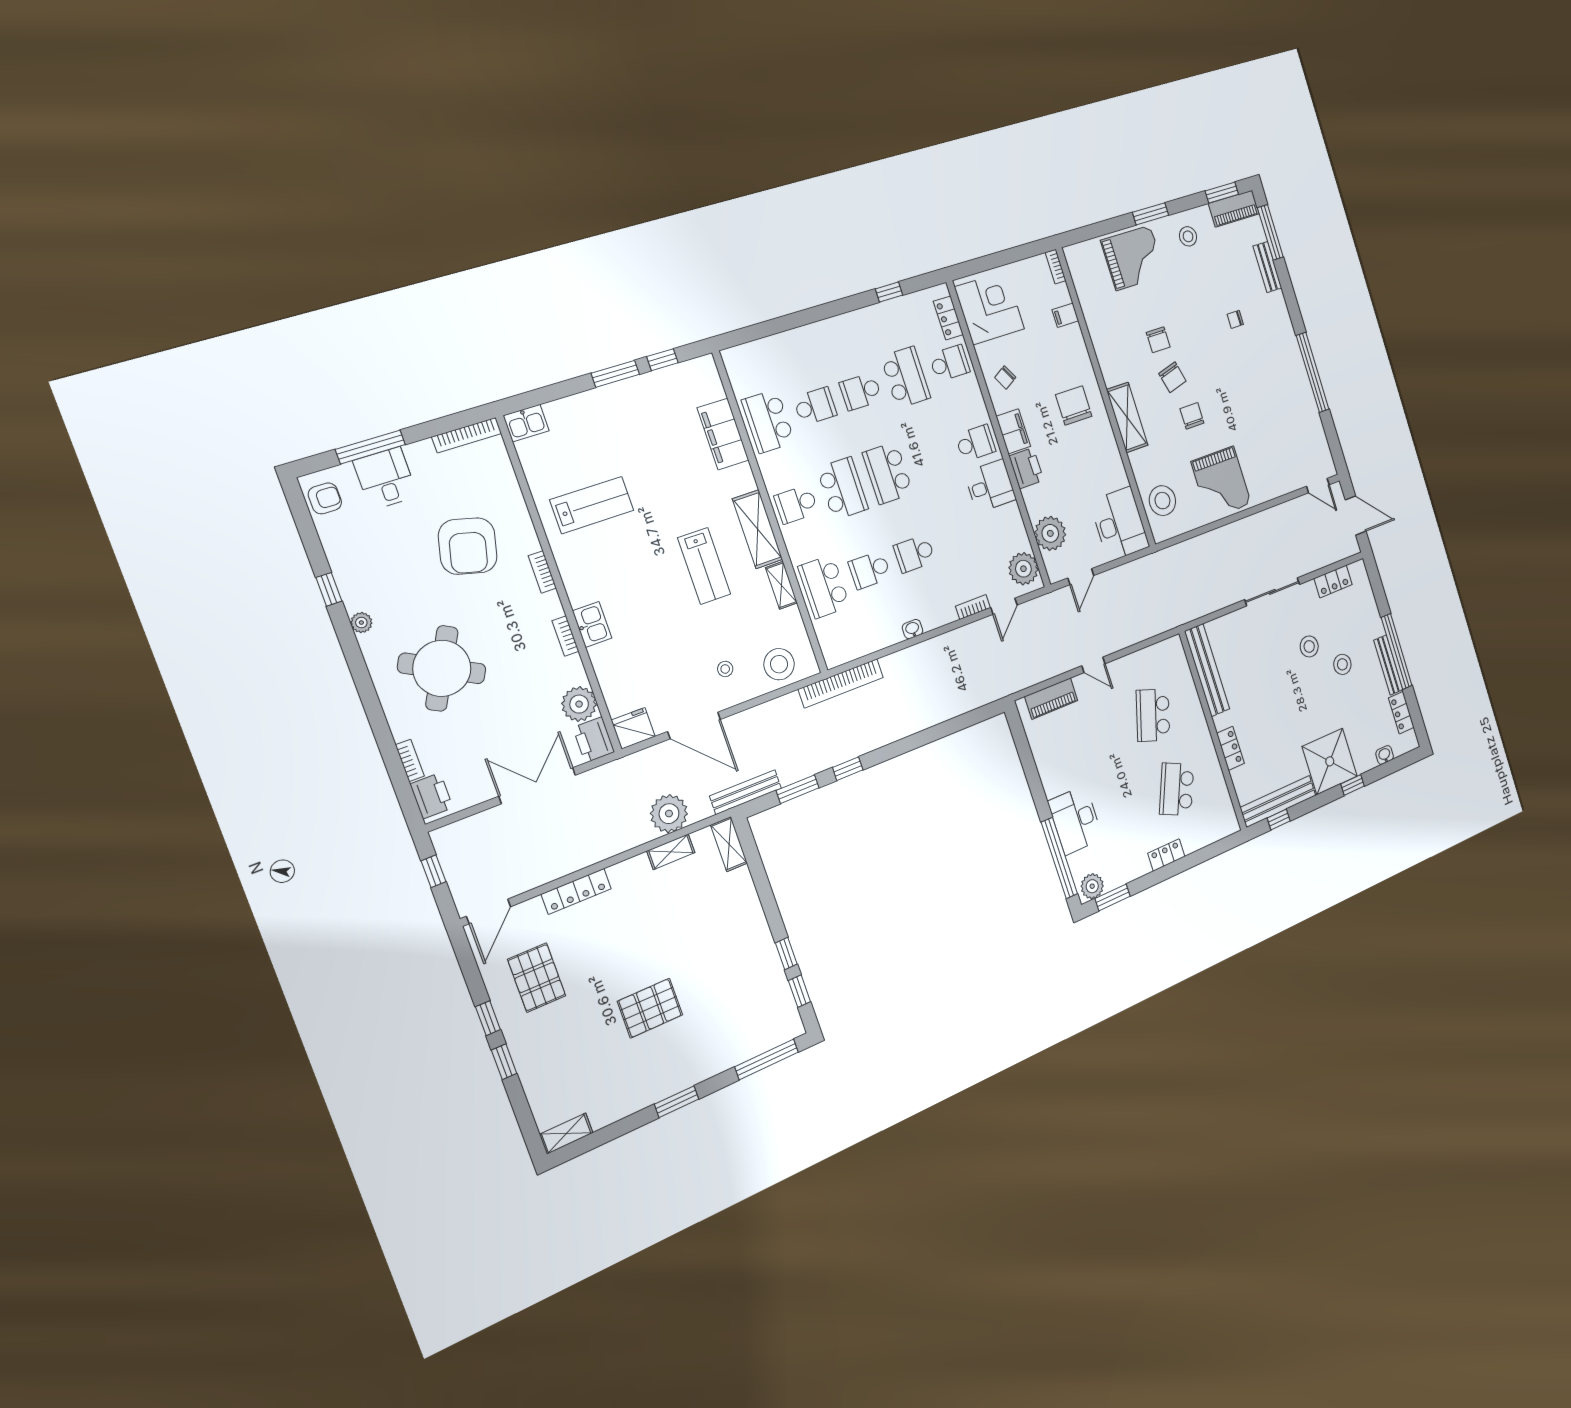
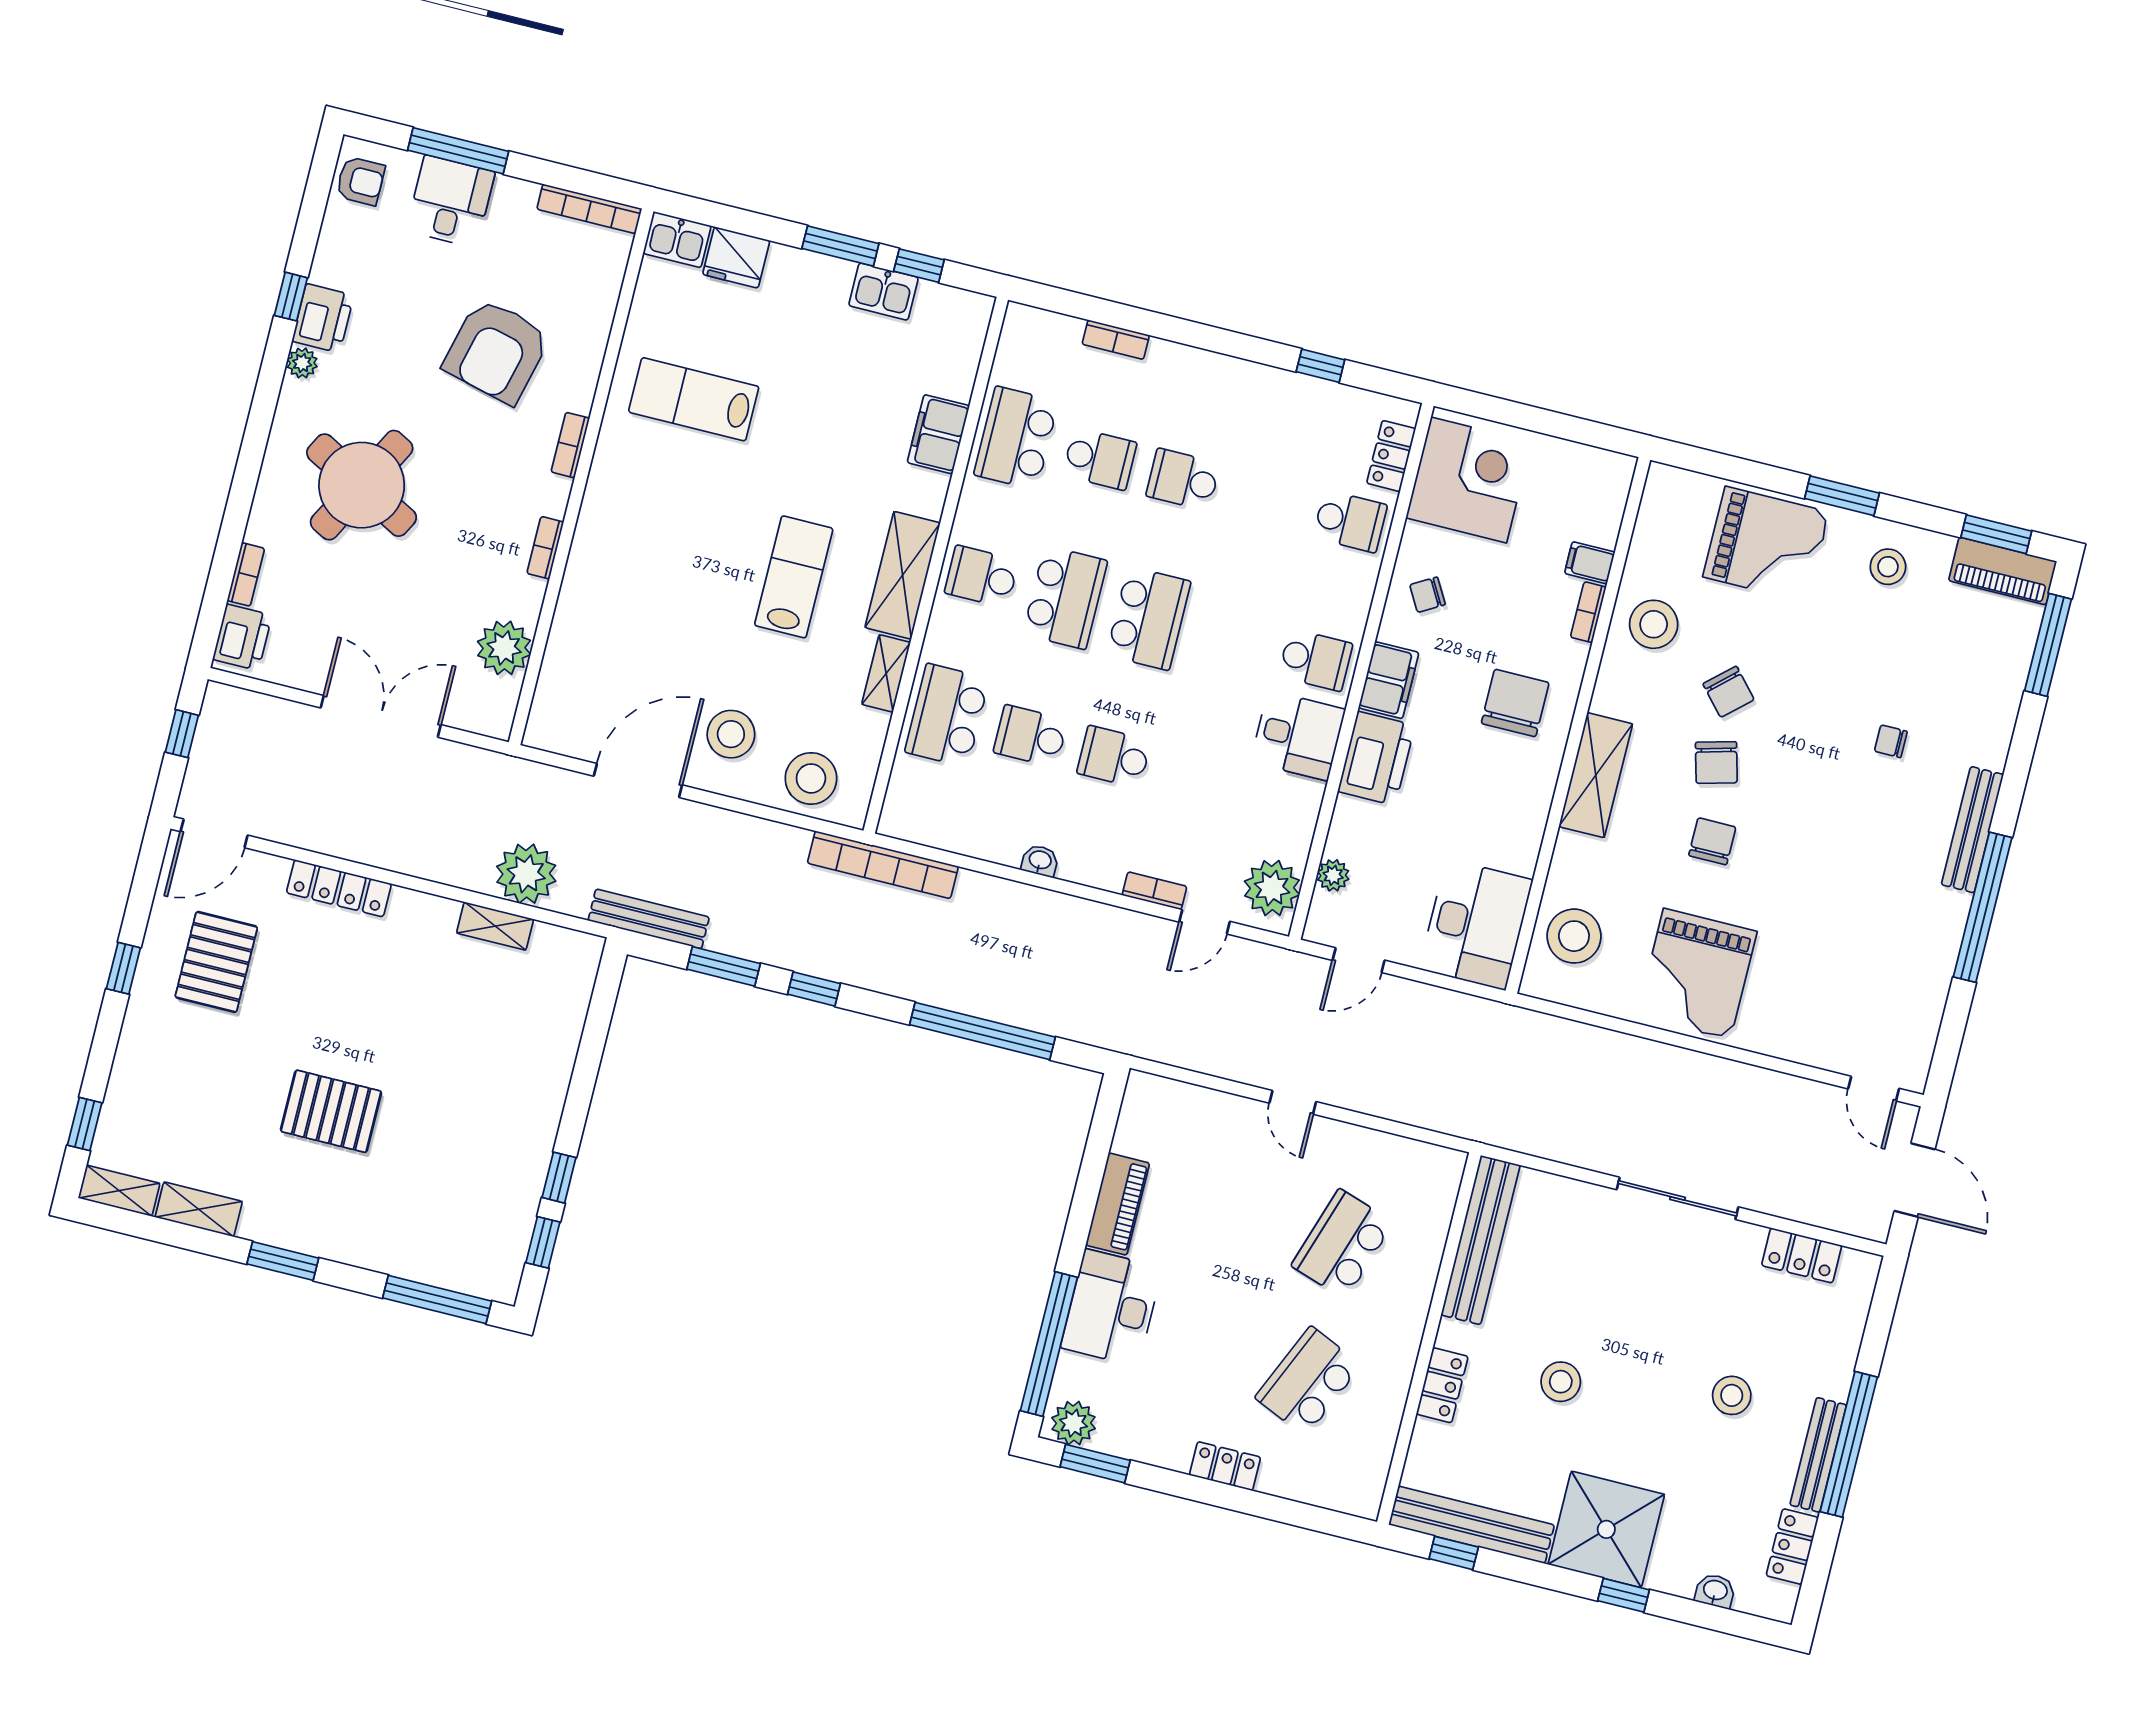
bookcase: (1056, 267) -> (1588, 612), moved
bench: (1267, 267) -> (1972, 830), moved, width x1.36
stool: (1109, 328) -> (1654, 624), added
bookcase: (784, 339) -> (1116, 340), added
chair: (1158, 340) -> (1729, 692), turned -42
school desk: (906, 377) -> (1267, 500), removed
filing cabinet: (723, 434) -> (938, 434), width x0.67, depth x0.86
printer: (1026, 468) -> (1376, 758), width x1.37, depth x1.19
school desk: (888, 473) -> (1149, 618), turned 180
lab bench: (592, 505) -> (694, 399), turned 180
plant: (1050, 533) -> (1333, 875), width x0.53, depth x0.53
lab bench: (704, 566) -> (794, 577), turned 180
kitchen sink: (592, 624) -> (884, 292), moved, turned 90
stool: (1309, 646) -> (1561, 1382), moved
stool: (725, 669) -> (731, 734), width x1.89, depth x1.89
piano: (1051, 699) -> (1118, 1204), moved, turned -90
door: (694, 725) -> (638, 780), swing flipped
fridge: (633, 728) -> (736, 257), moved, turned 180
window: (938, 732) -> (982, 1031), added
printer: (594, 740) -> (323, 318), moved, turned 180
shelving: (729, 844) -> (199, 1209), moved, turned 90
window: (504, 1062) -> (85, 1124), moved

